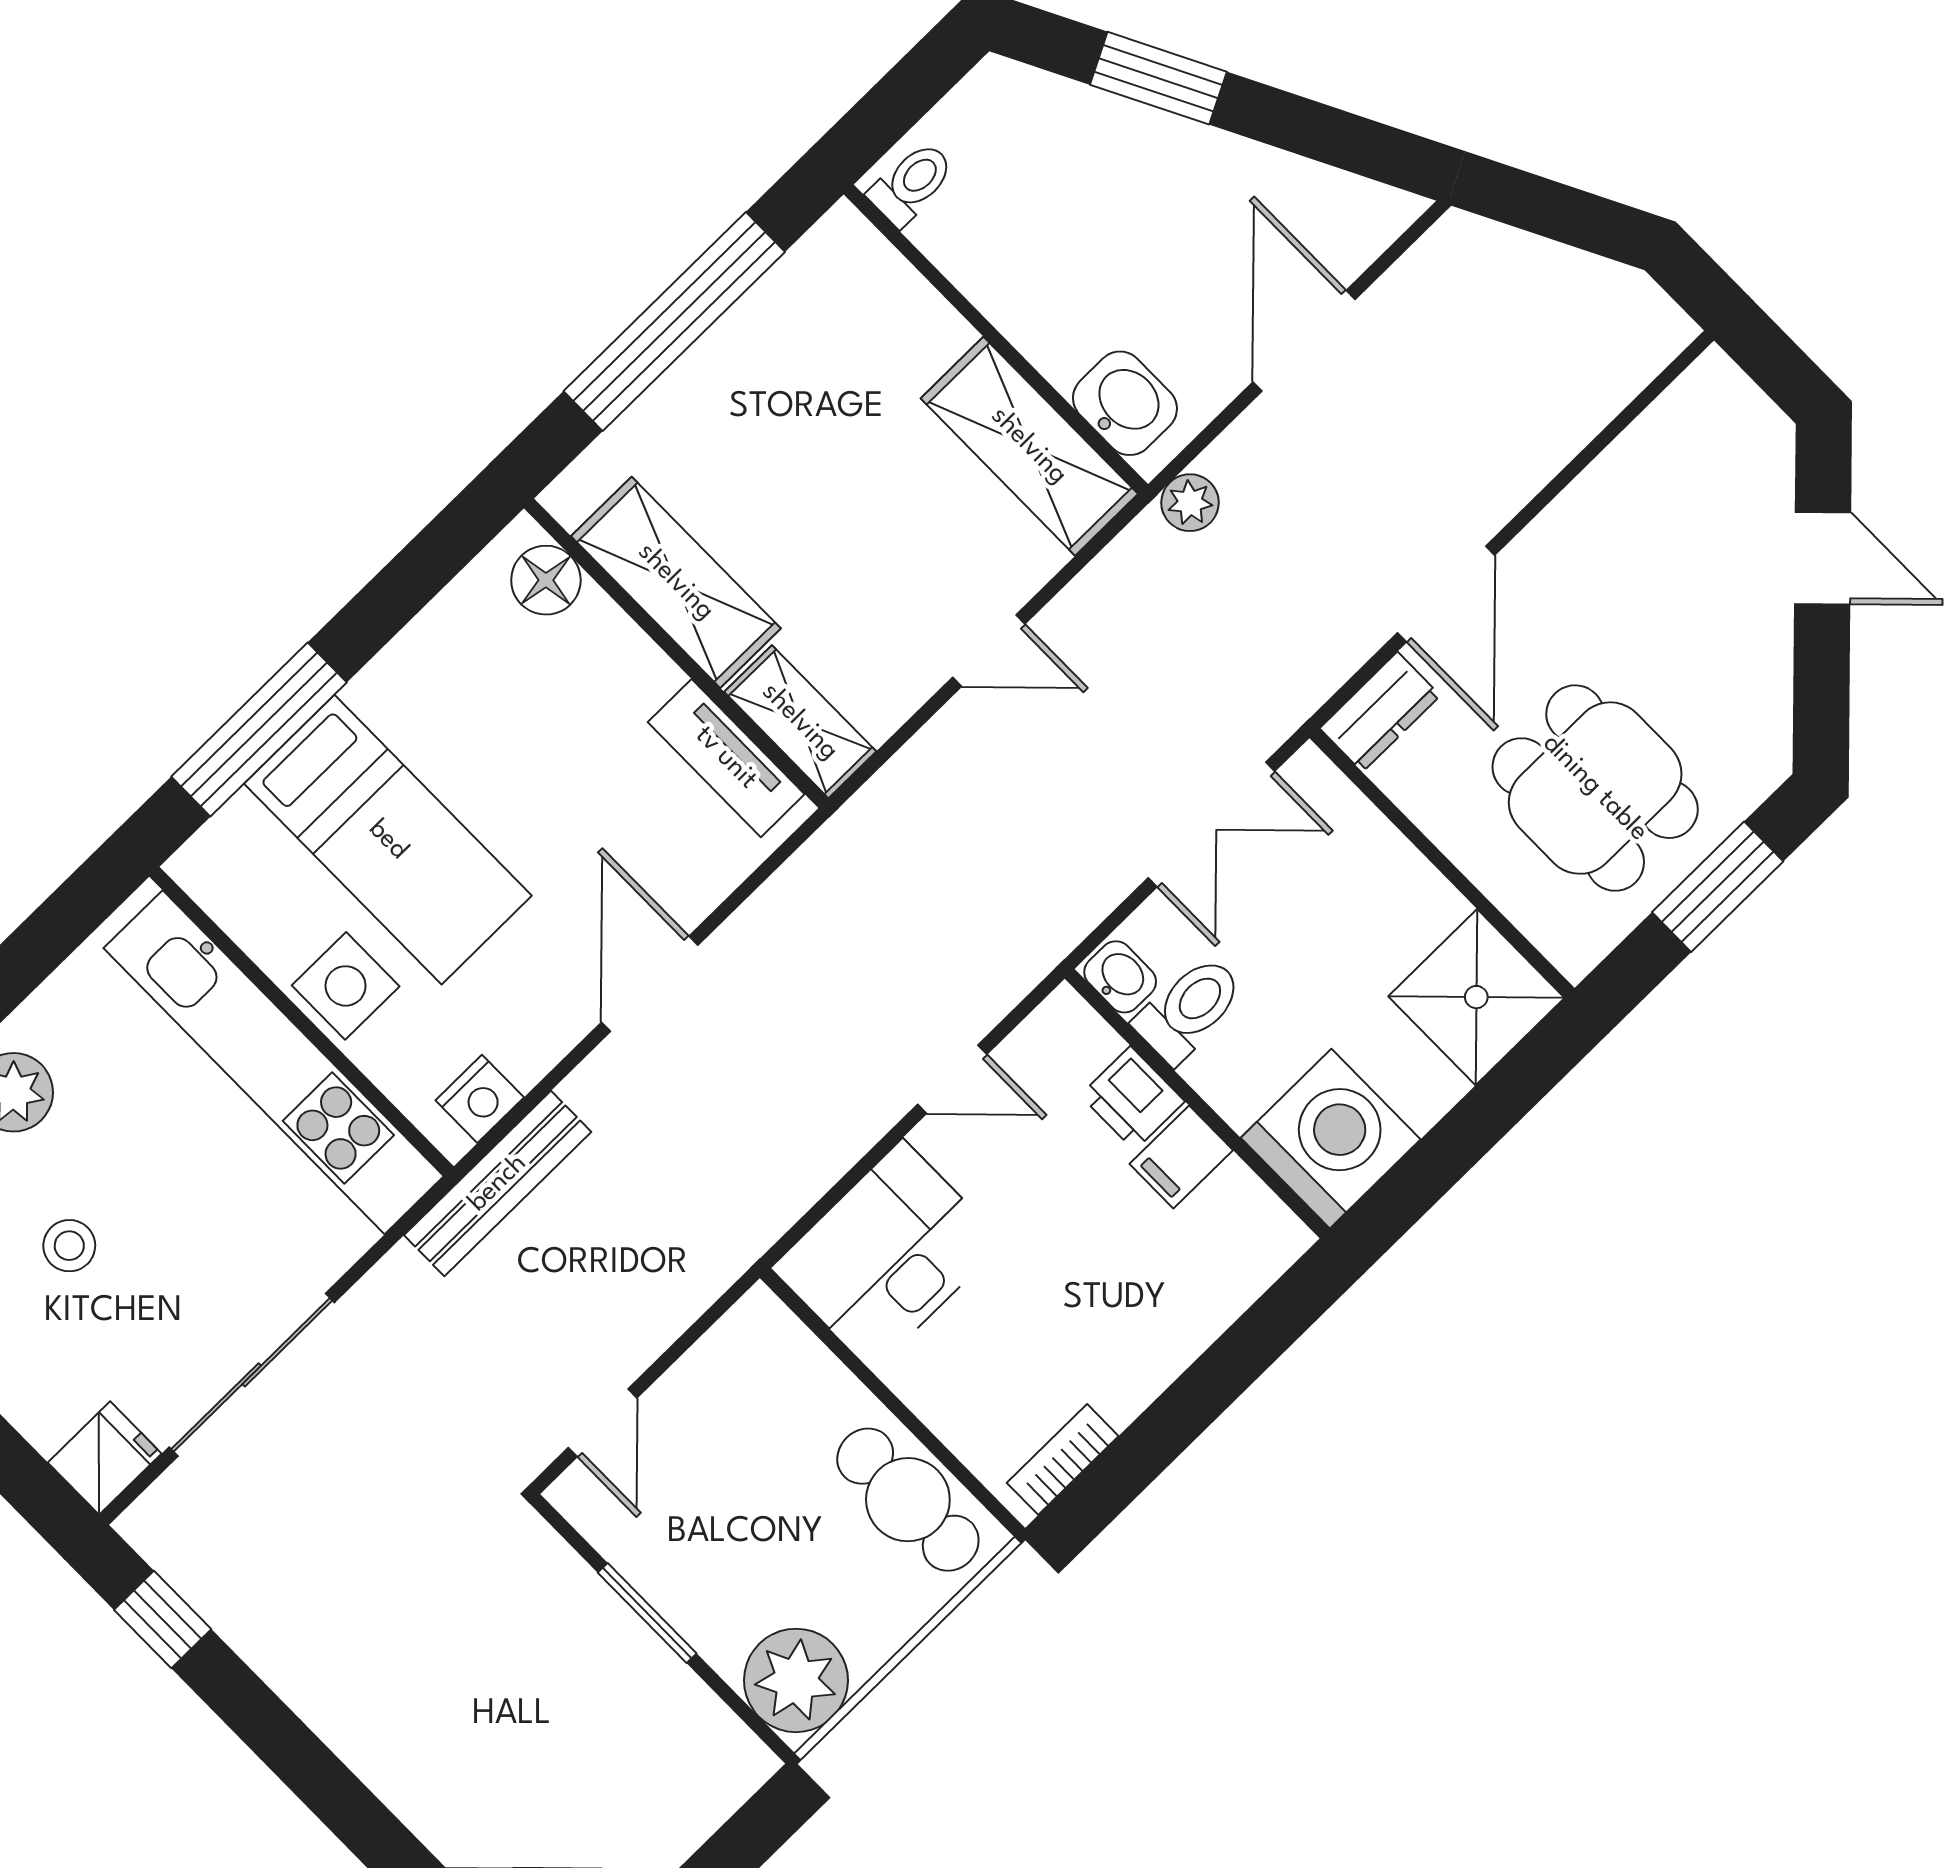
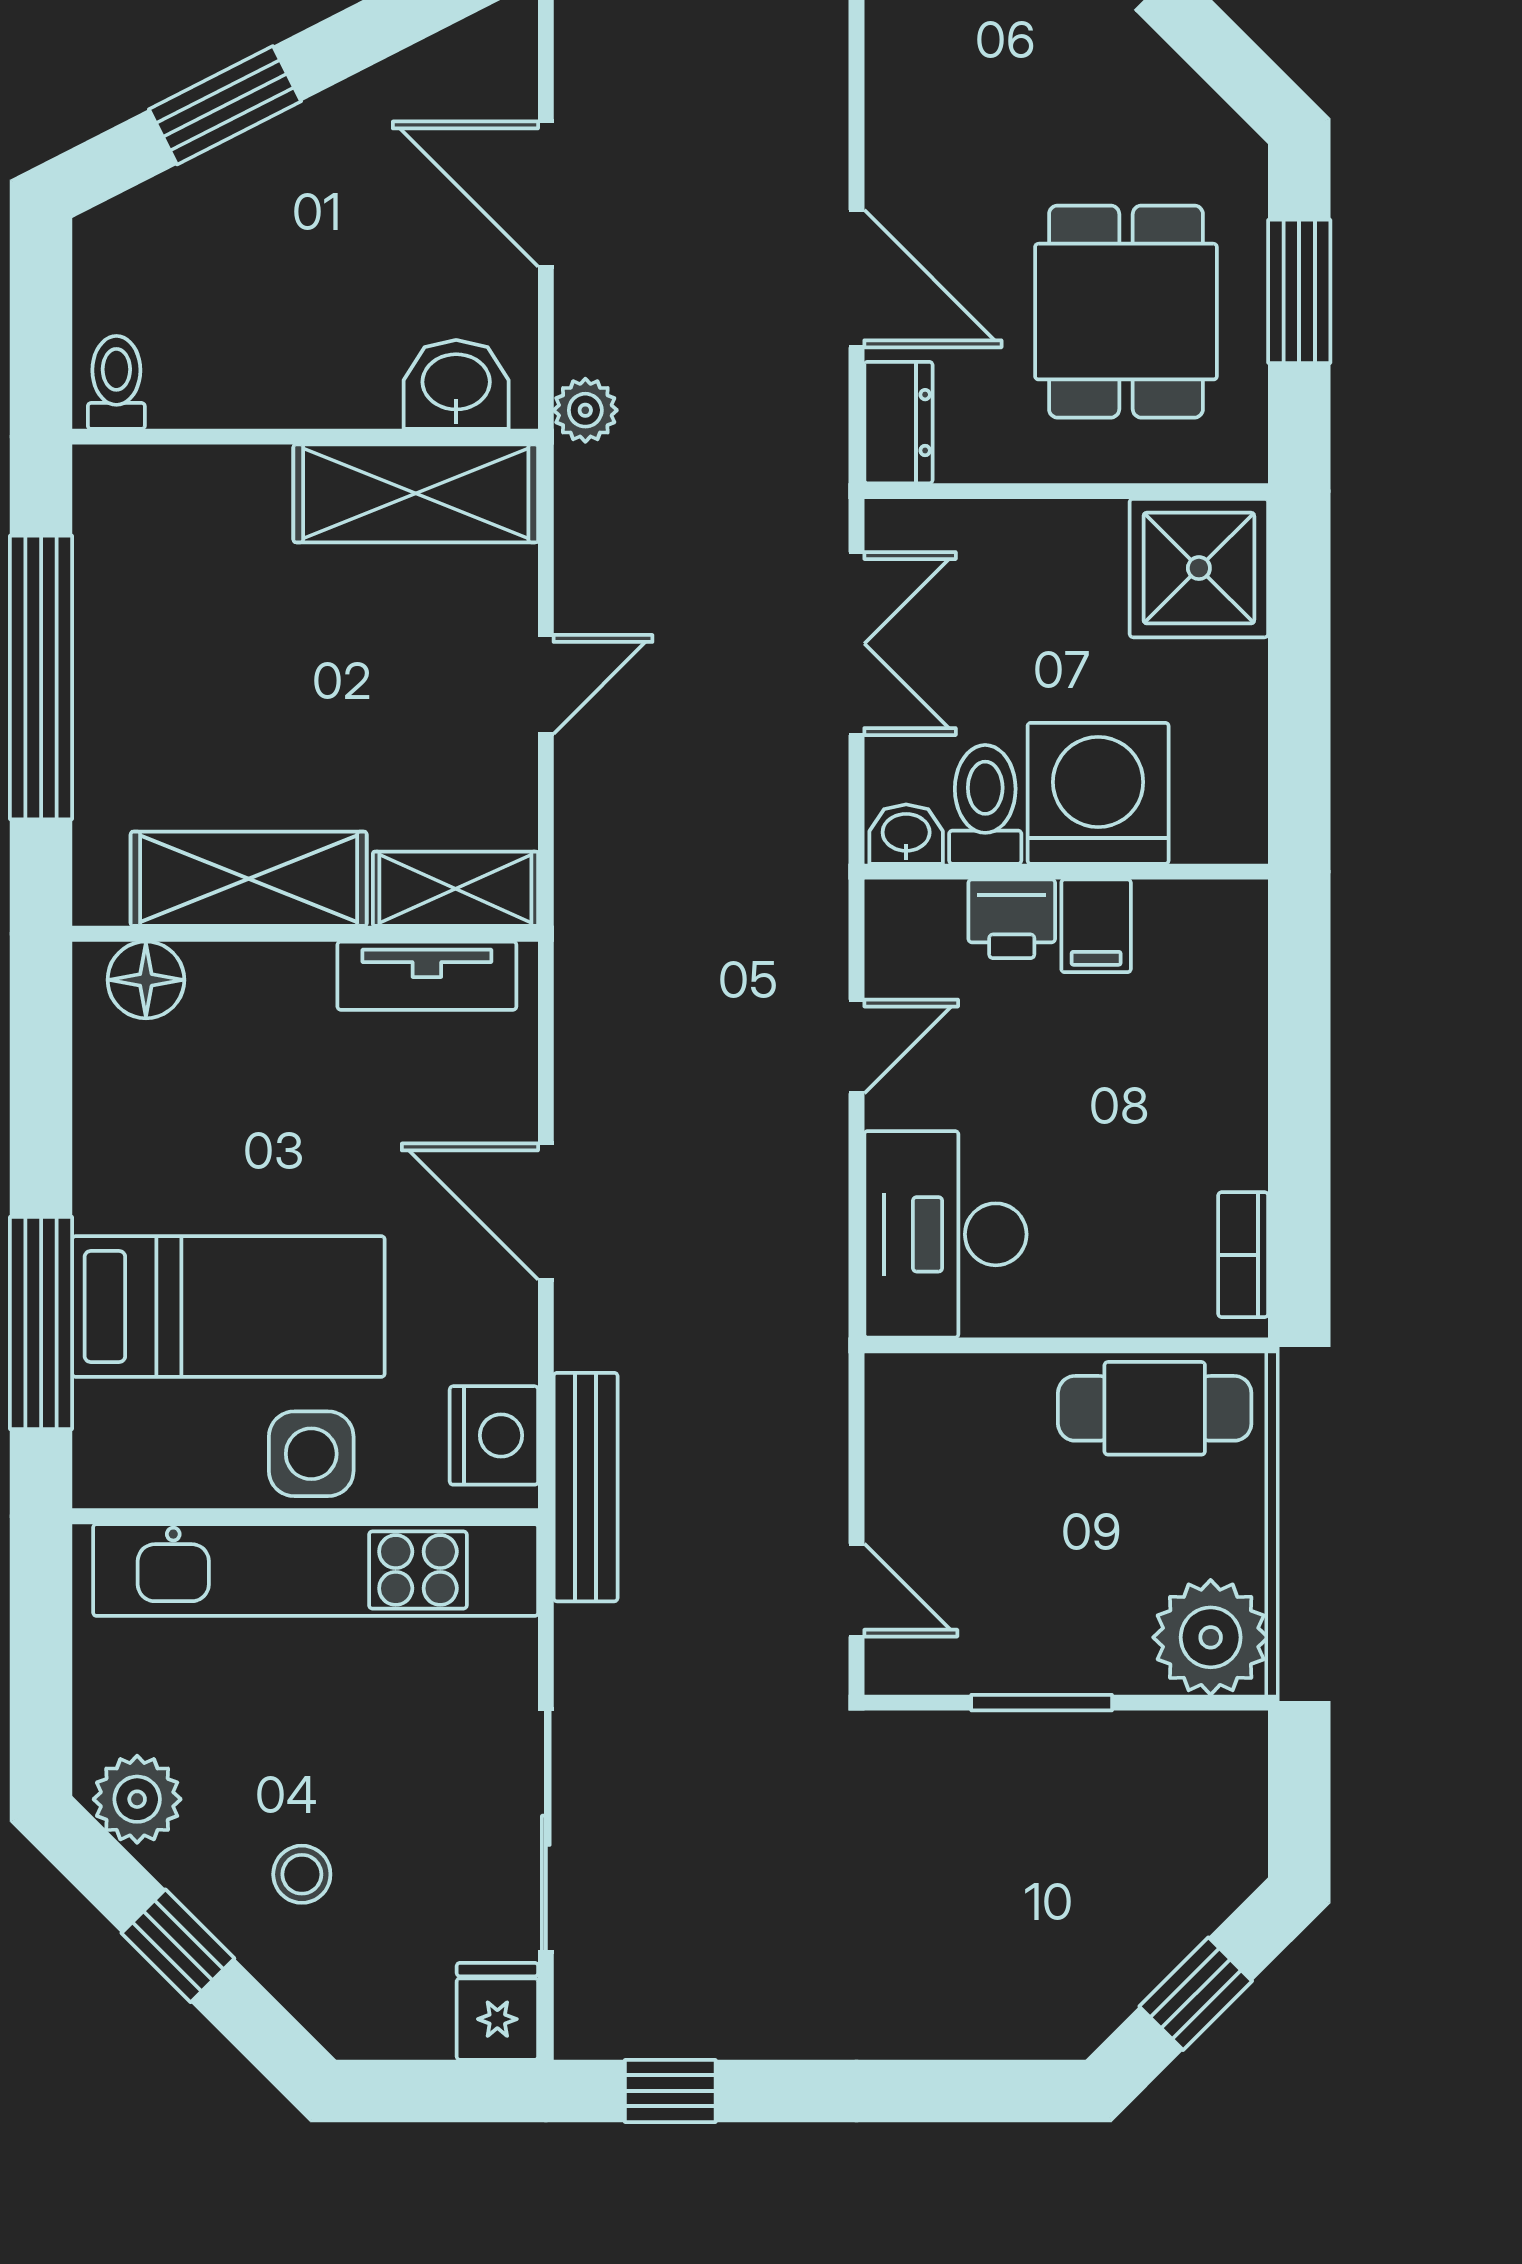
dining table: (1595, 788) -> (1126, 312), turned 90
nightstand: (480, 1099) -> (494, 1435), width x1.36, depth x1.33
washing machine: (1331, 1139) -> (1098, 793), moved

